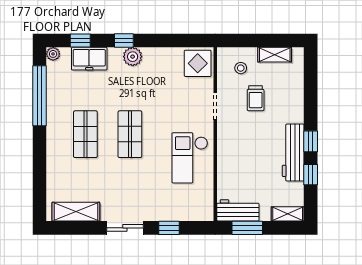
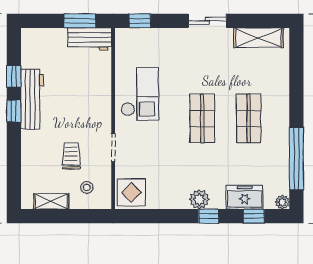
shelving: (288, 214) -> (38, 35), removed
window: (169, 228) -> (140, 21), moved

